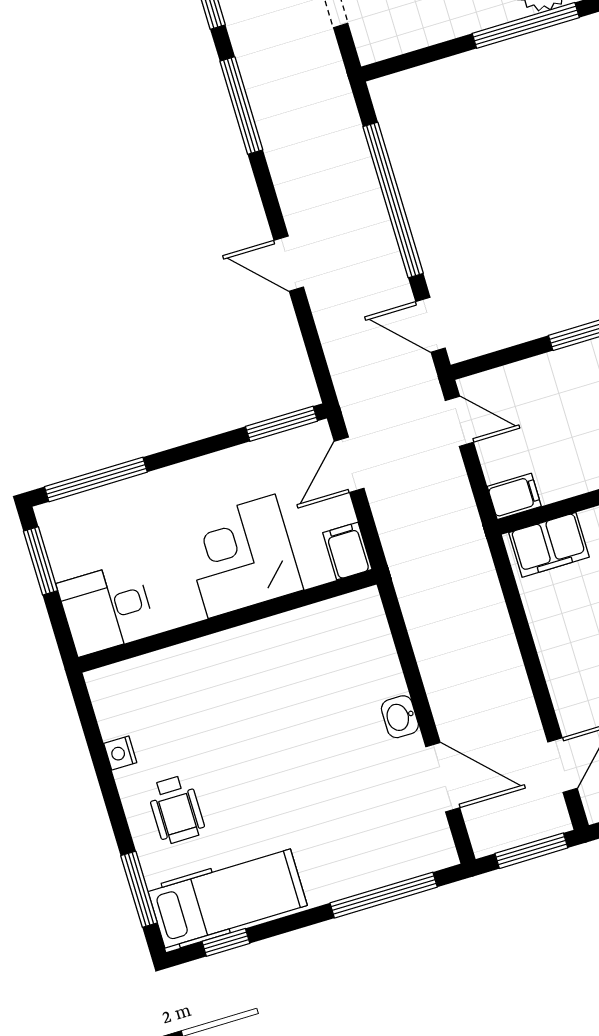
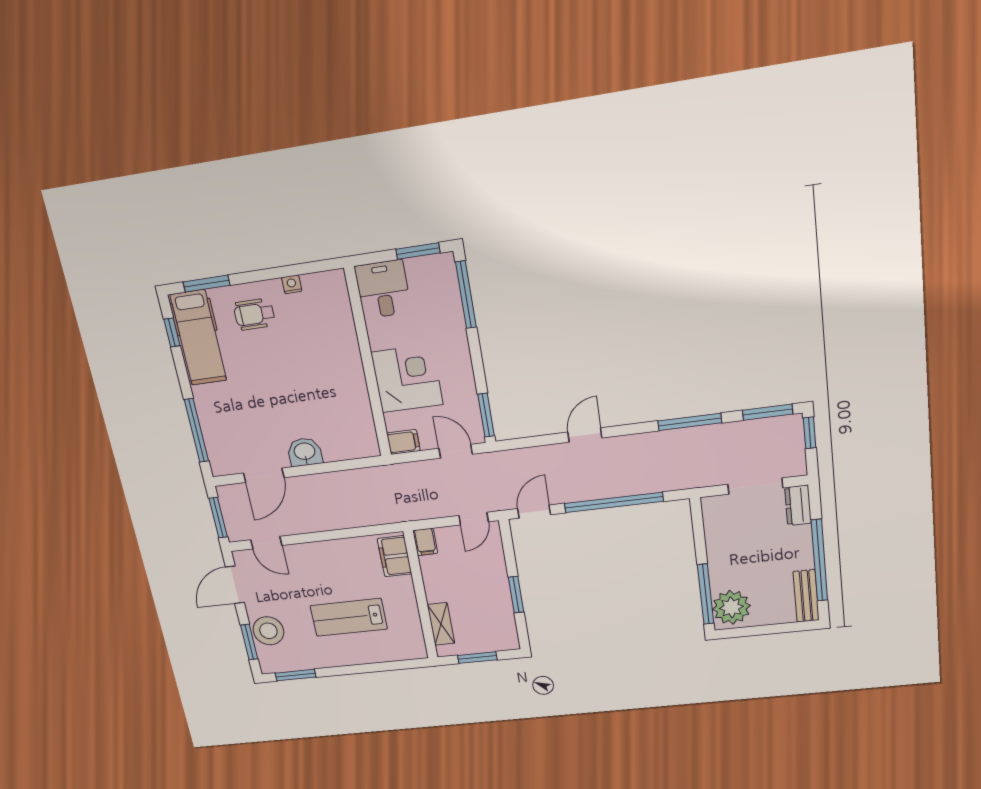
washbasin: (400, 717) -> (305, 452), width x1.38, depth x1.45

